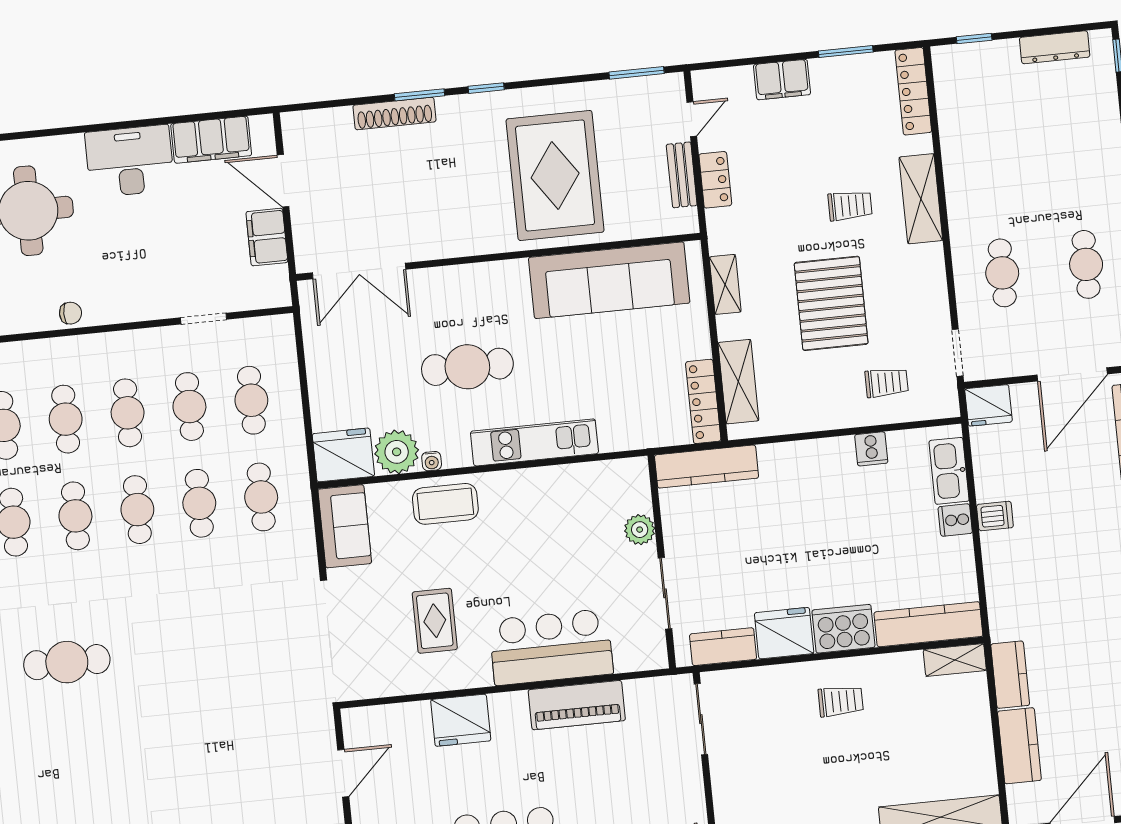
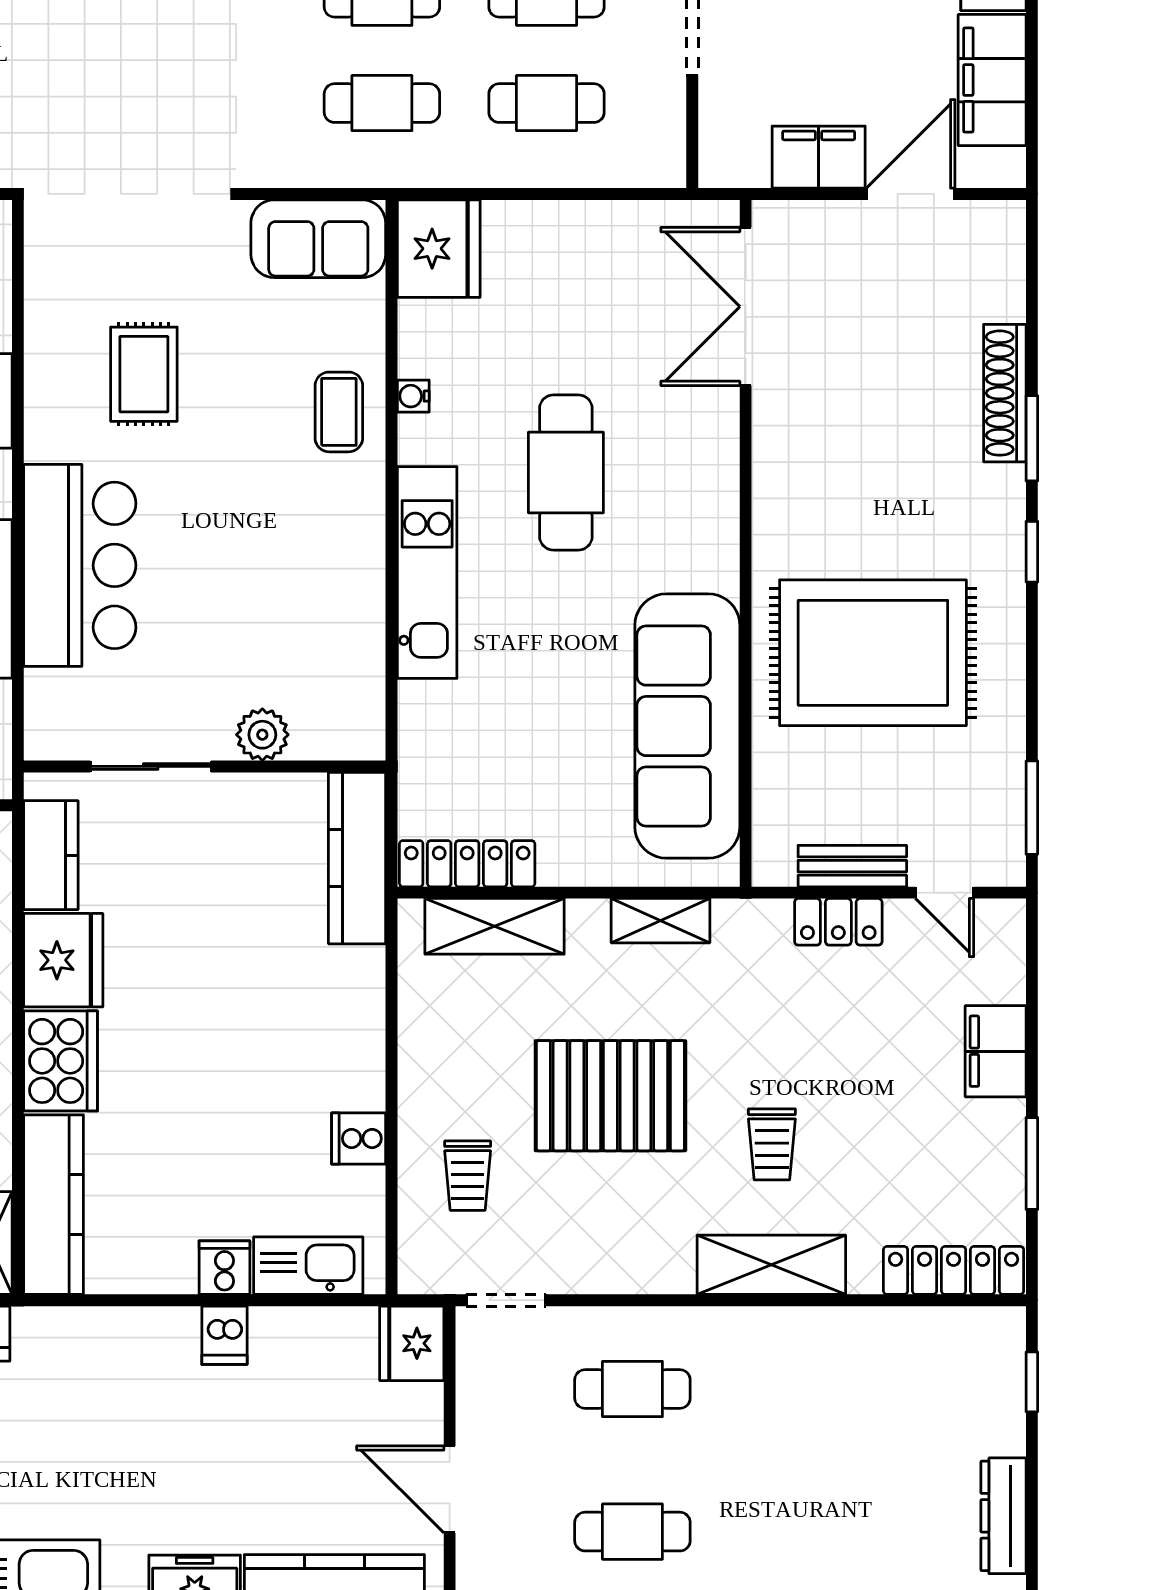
door: (1072, 374) -> (450, 1489), width x0.73
plant: (397, 452) -> (435, 339), removed
coffee table: (445, 504) -> (339, 412), width x0.73, depth x0.77
rug: (435, 621) -> (144, 374), turned 90

